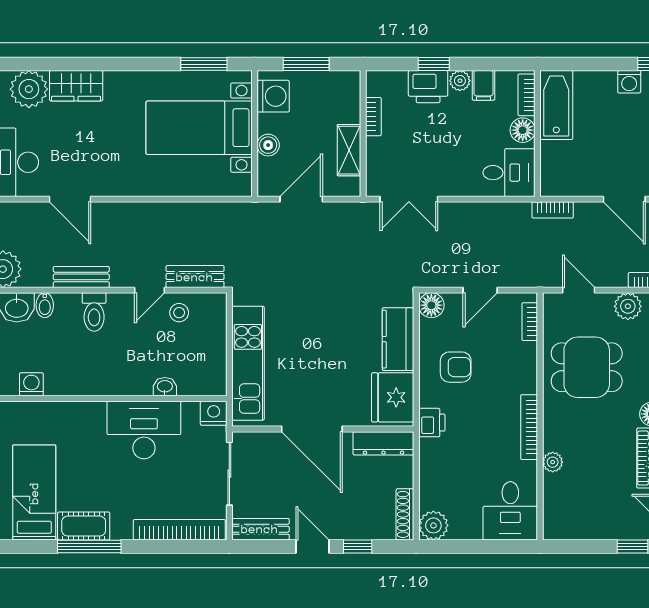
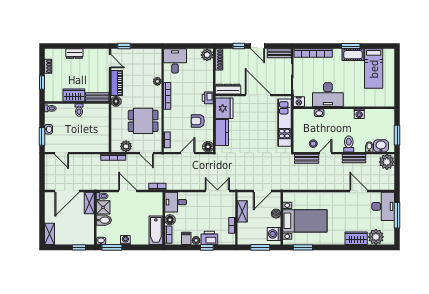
washing machine: (31, 384) -> (359, 114), moved
window: (89, 546) -> (351, 46), width x0.69

